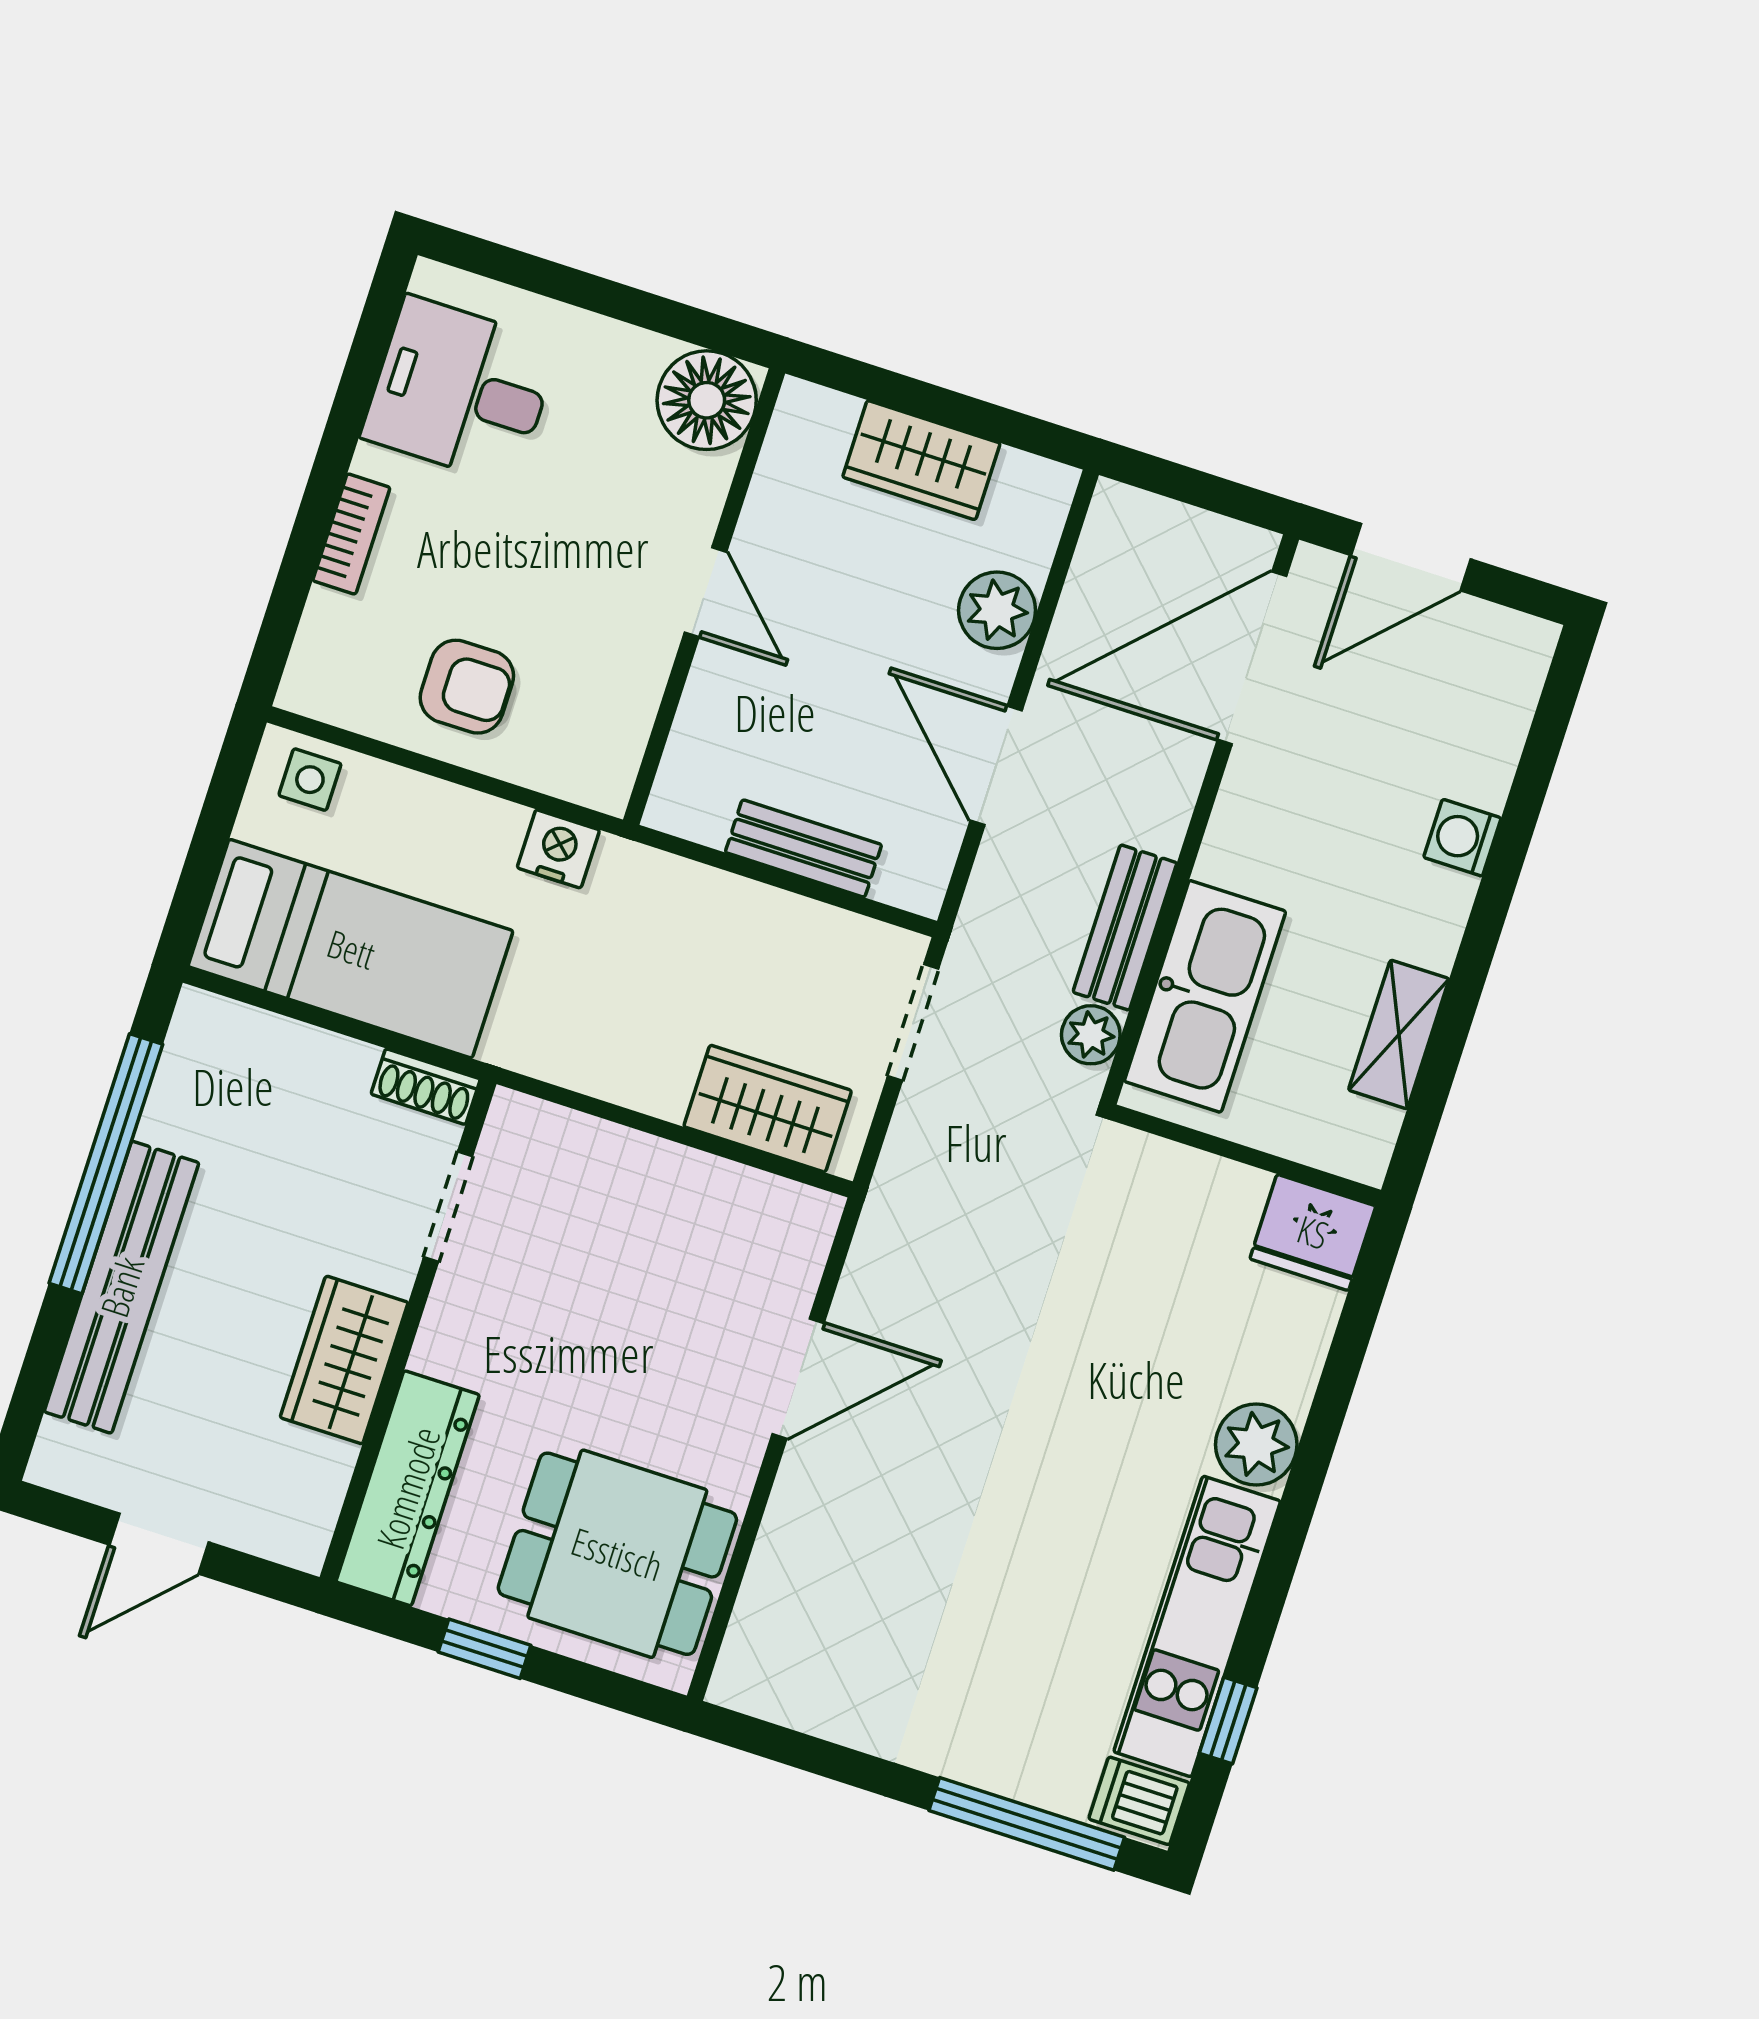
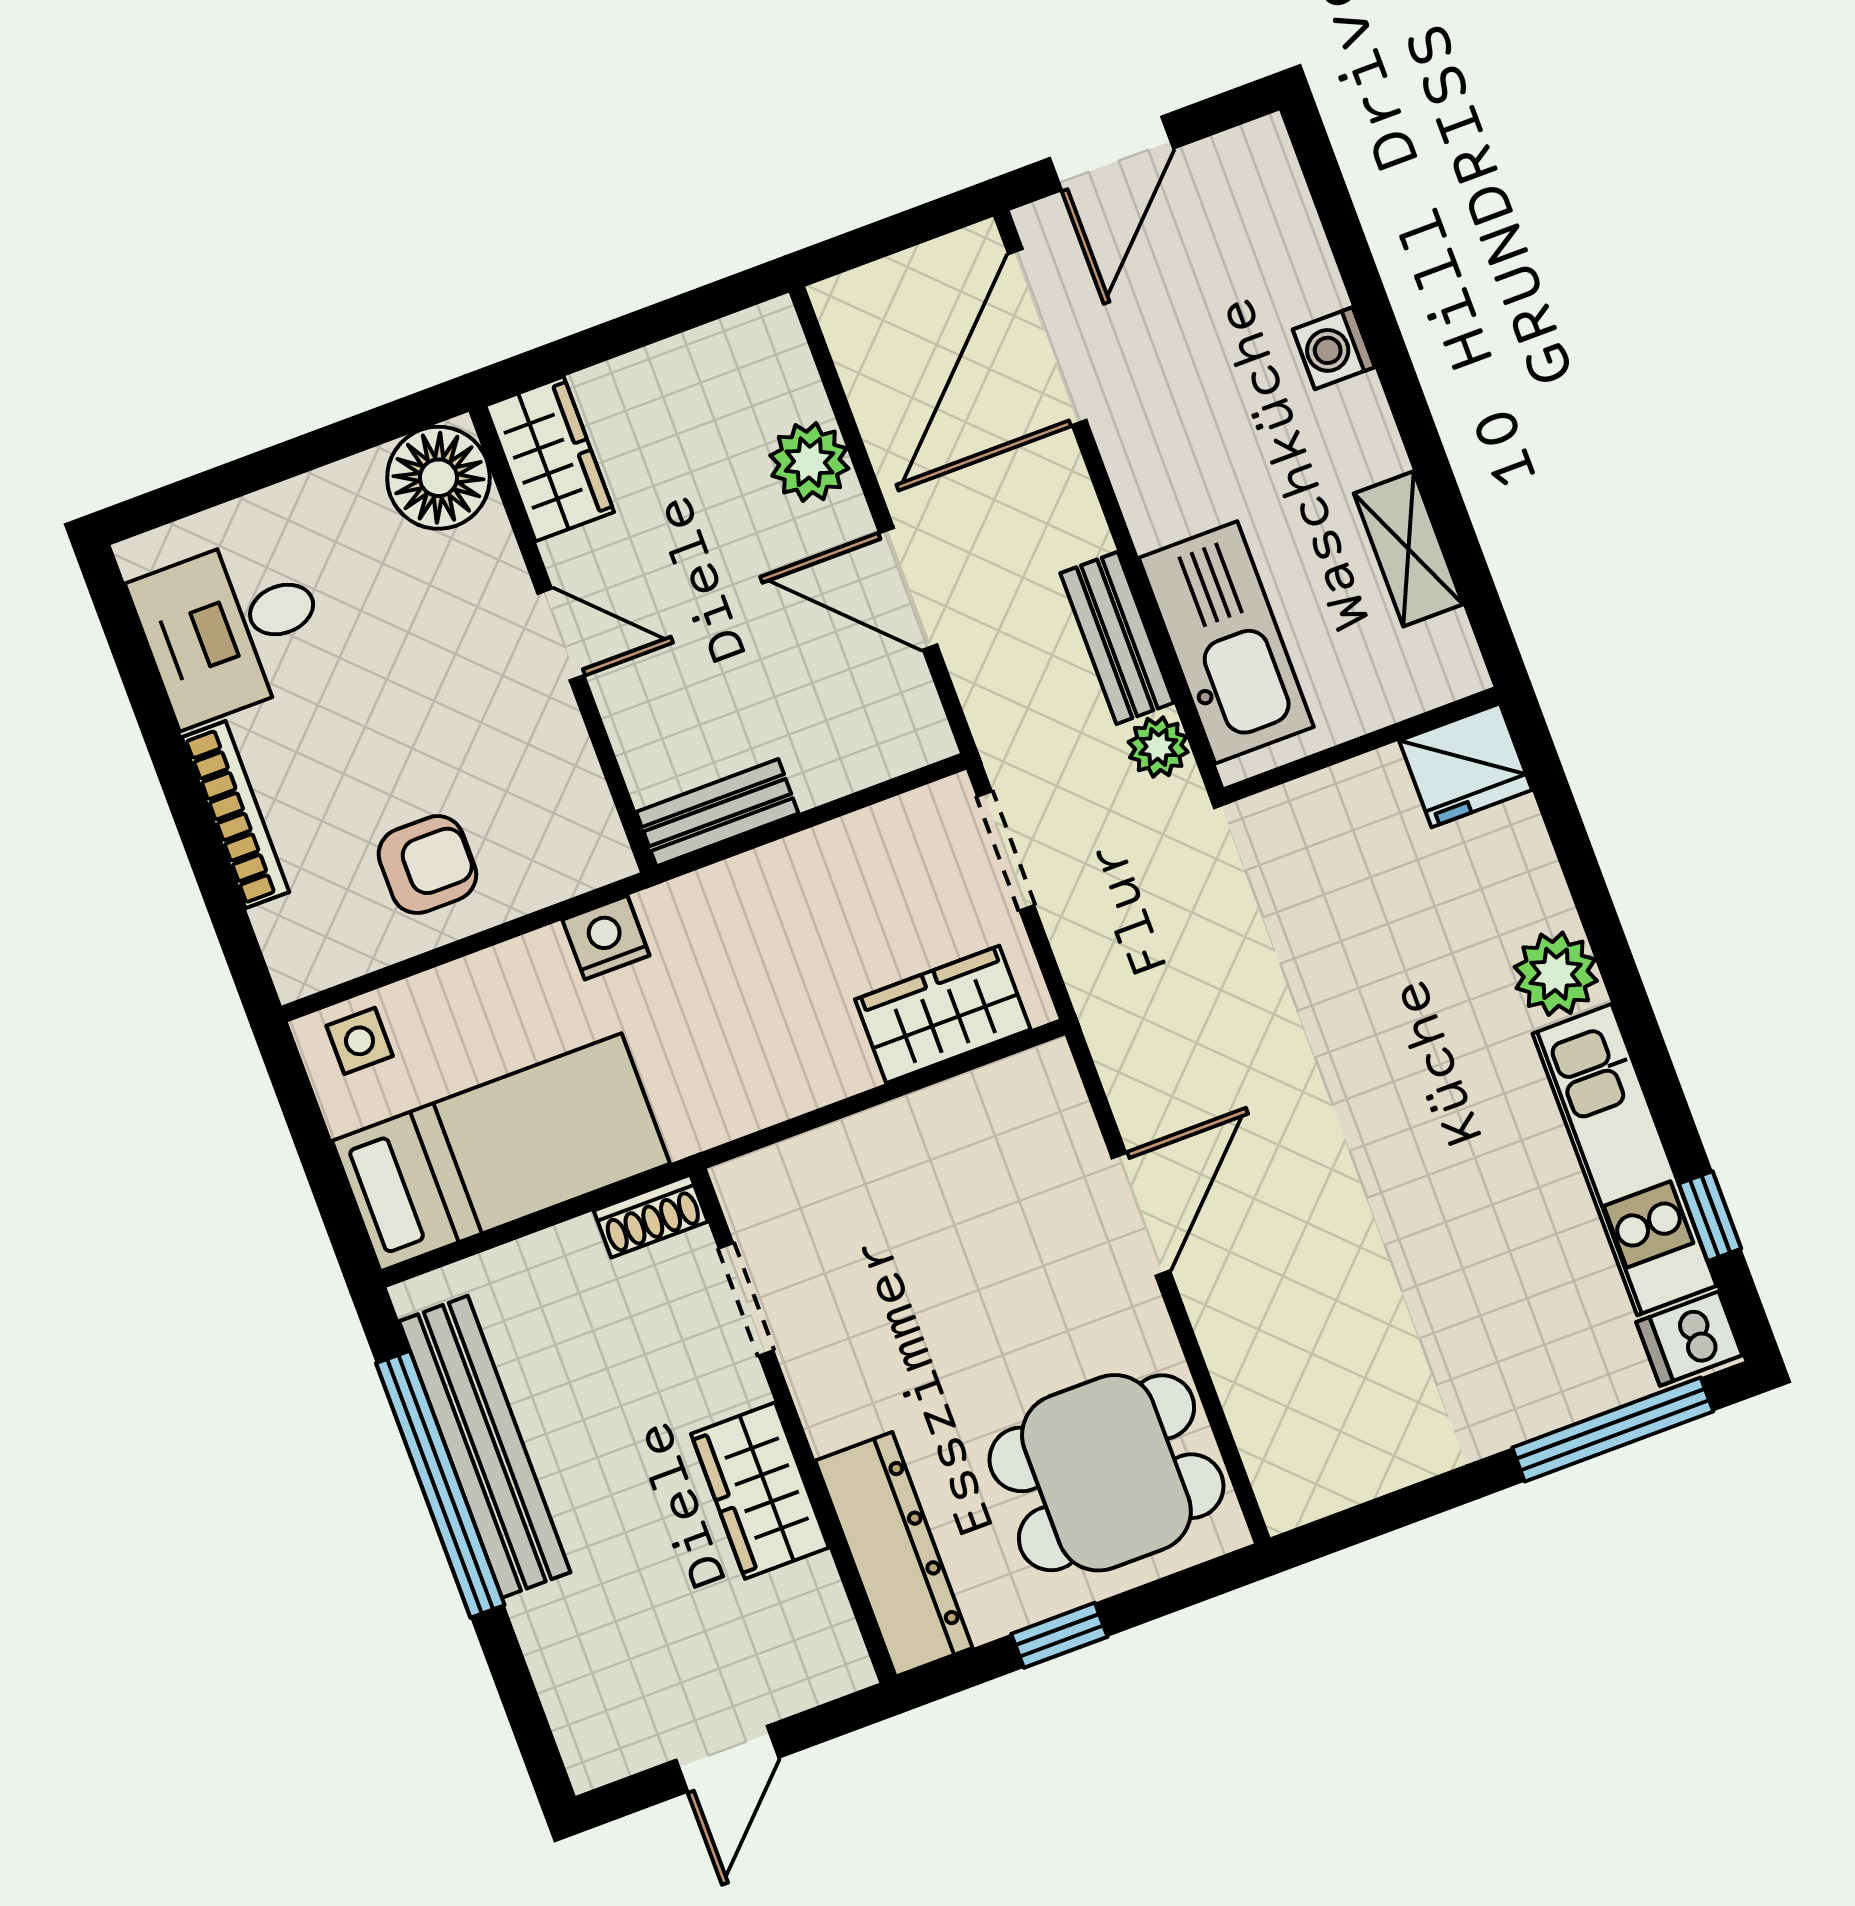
wardrobe: (921, 460) -> (550, 459), moved, turned -90
bookcase: (351, 534) -> (236, 815), width x1.56
bench: (803, 849) -> (717, 813), moved
bench: (122, 1287) -> (485, 1447), moved

